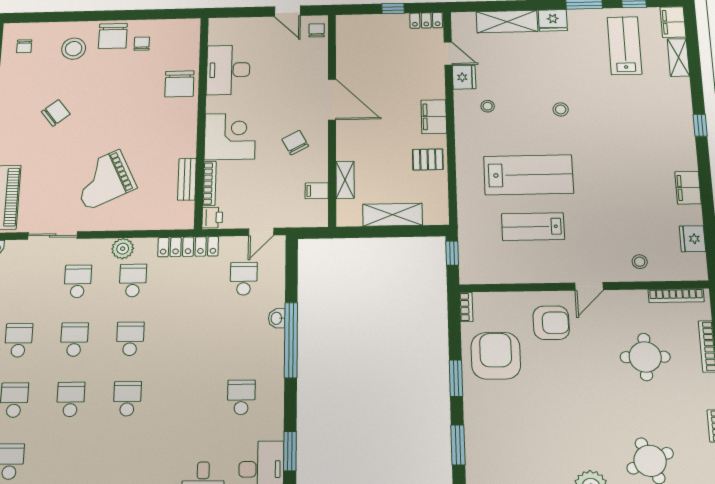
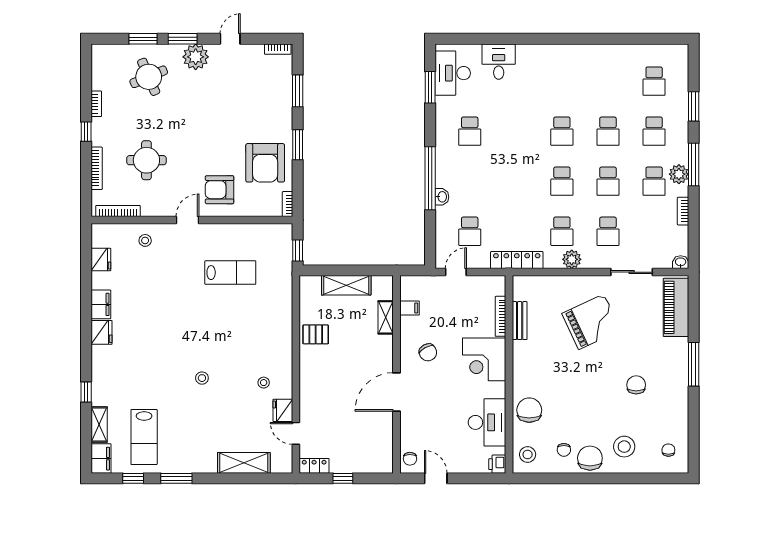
fridge: (553, 20) -> (102, 332), moved, turned 90
stool: (183, 38) -> (528, 454), added
door: (332, 99) -> (397, 392), hinge flipped
chair: (56, 113) -> (636, 385), turned 128
filing cabinet: (434, 117) -> (310, 374), removed
window: (700, 125) -> (86, 392), moved
lab bench: (528, 175) -> (232, 319), removed
printer: (212, 218) -> (497, 464), moved

